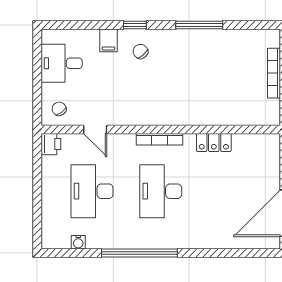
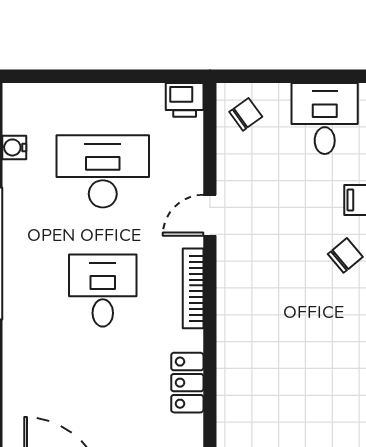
door: (95, 129) -> (210, 215), moved
desk: (161, 191) -> (103, 290), width x0.73

